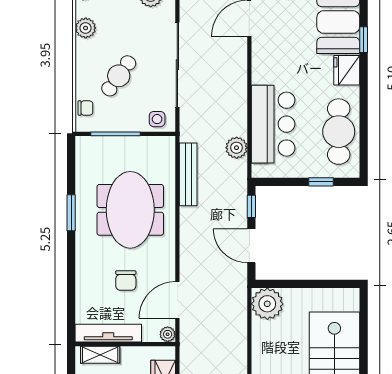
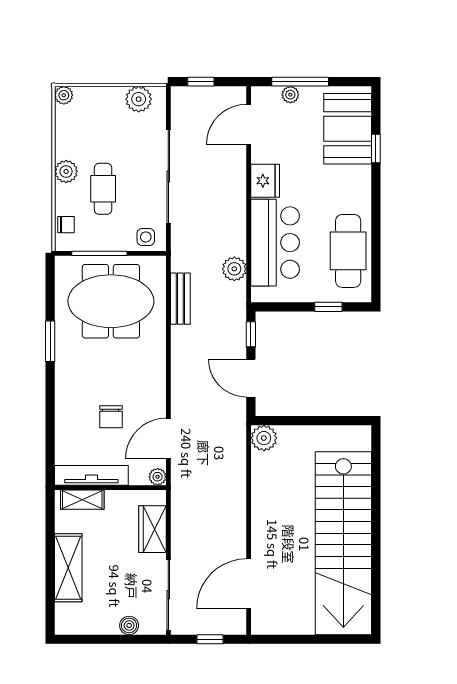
plant: (86, 28) -> (66, 171), moved
fridge: (347, 70) -> (265, 181), moved, turned 180
cafe table: (119, 76) -> (103, 189), turned -36
bench: (188, 174) -> (180, 299), width x0.73
meeting table: (130, 210) -> (111, 301), moved, turned 90
plant: (267, 304) -> (264, 438), width x0.73, depth x0.73

